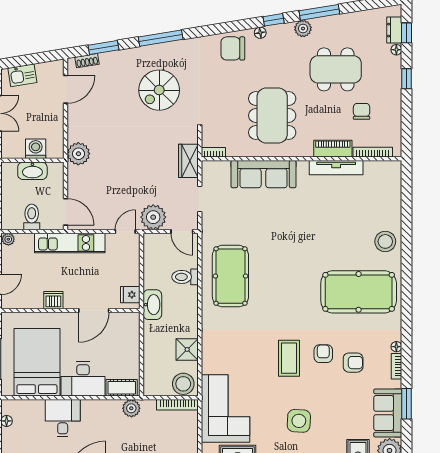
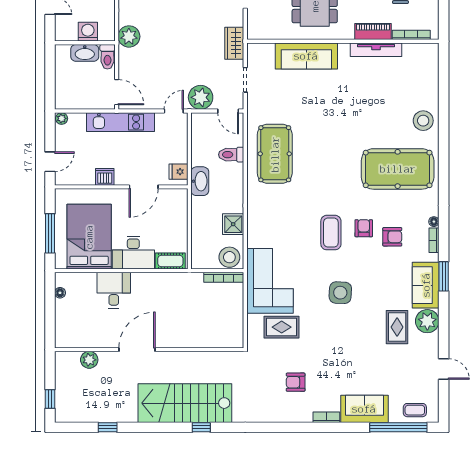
bookcase: (213, 152) -> (258, 35), removed
toilet: (32, 217) -> (107, 57), moved, turned 180
plant: (131, 408) -> (180, 281), removed

